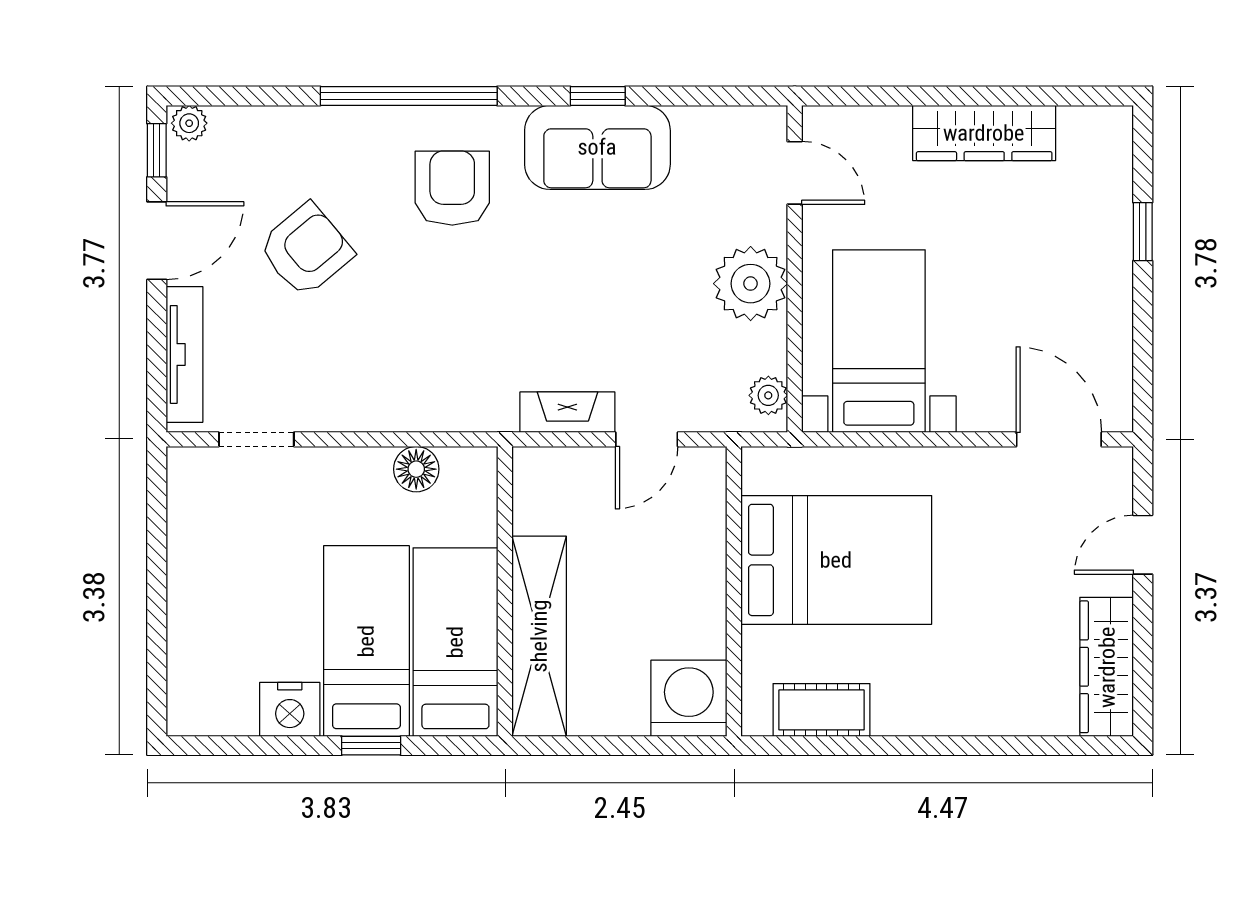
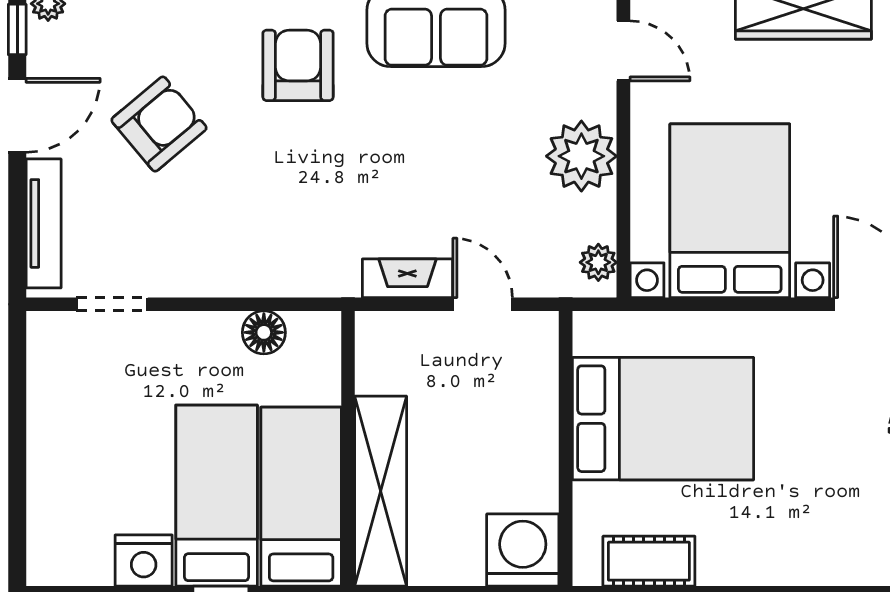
bed with nightstands: (879, 341) -> (730, 211), width x1.36
door: (647, 439) -> (483, 304), swing flipped

